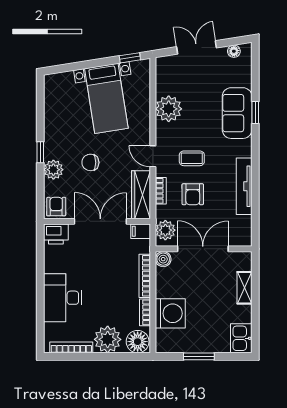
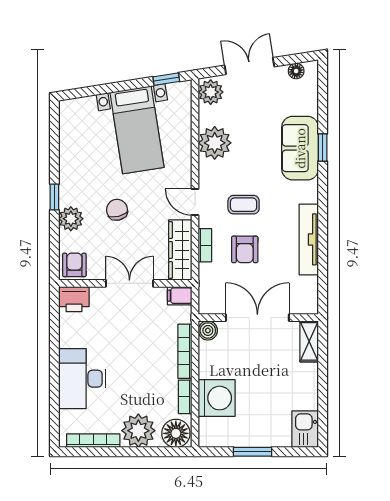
chair: (90, 162) -> (117, 210), turned 76
double door: (100, 221) -> (129, 283), width x0.73
plant: (165, 230) -> (211, 92), moved
shelving: (244, 288) -> (309, 341), moved

